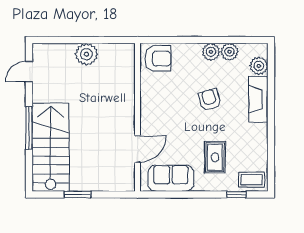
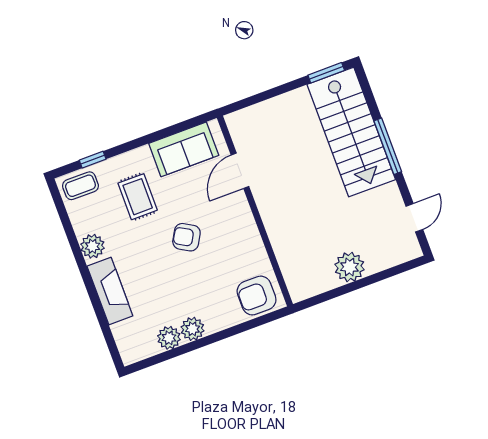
plant: (259, 66) -> (92, 246), moved
armchair: (210, 100) -> (186, 237), moved, turned 137
window: (77, 195) -> (326, 73), moved

